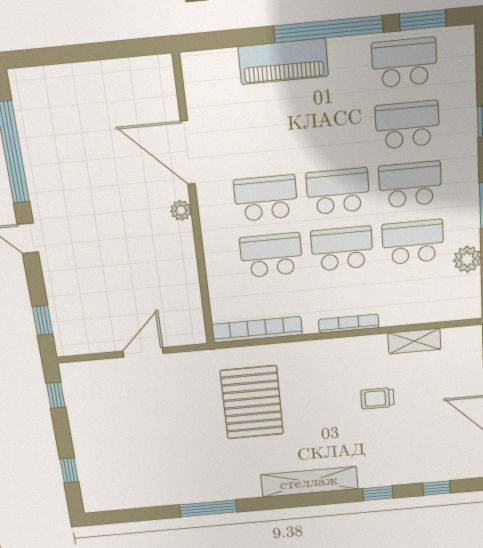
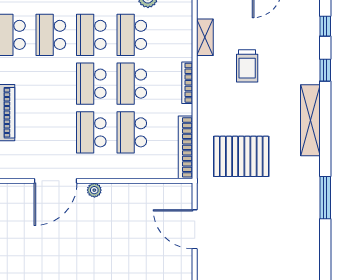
door: (143, 352) -> (195, 229), width x1.36
trolley: (377, 398) -> (247, 66), width x1.36, depth x1.39

